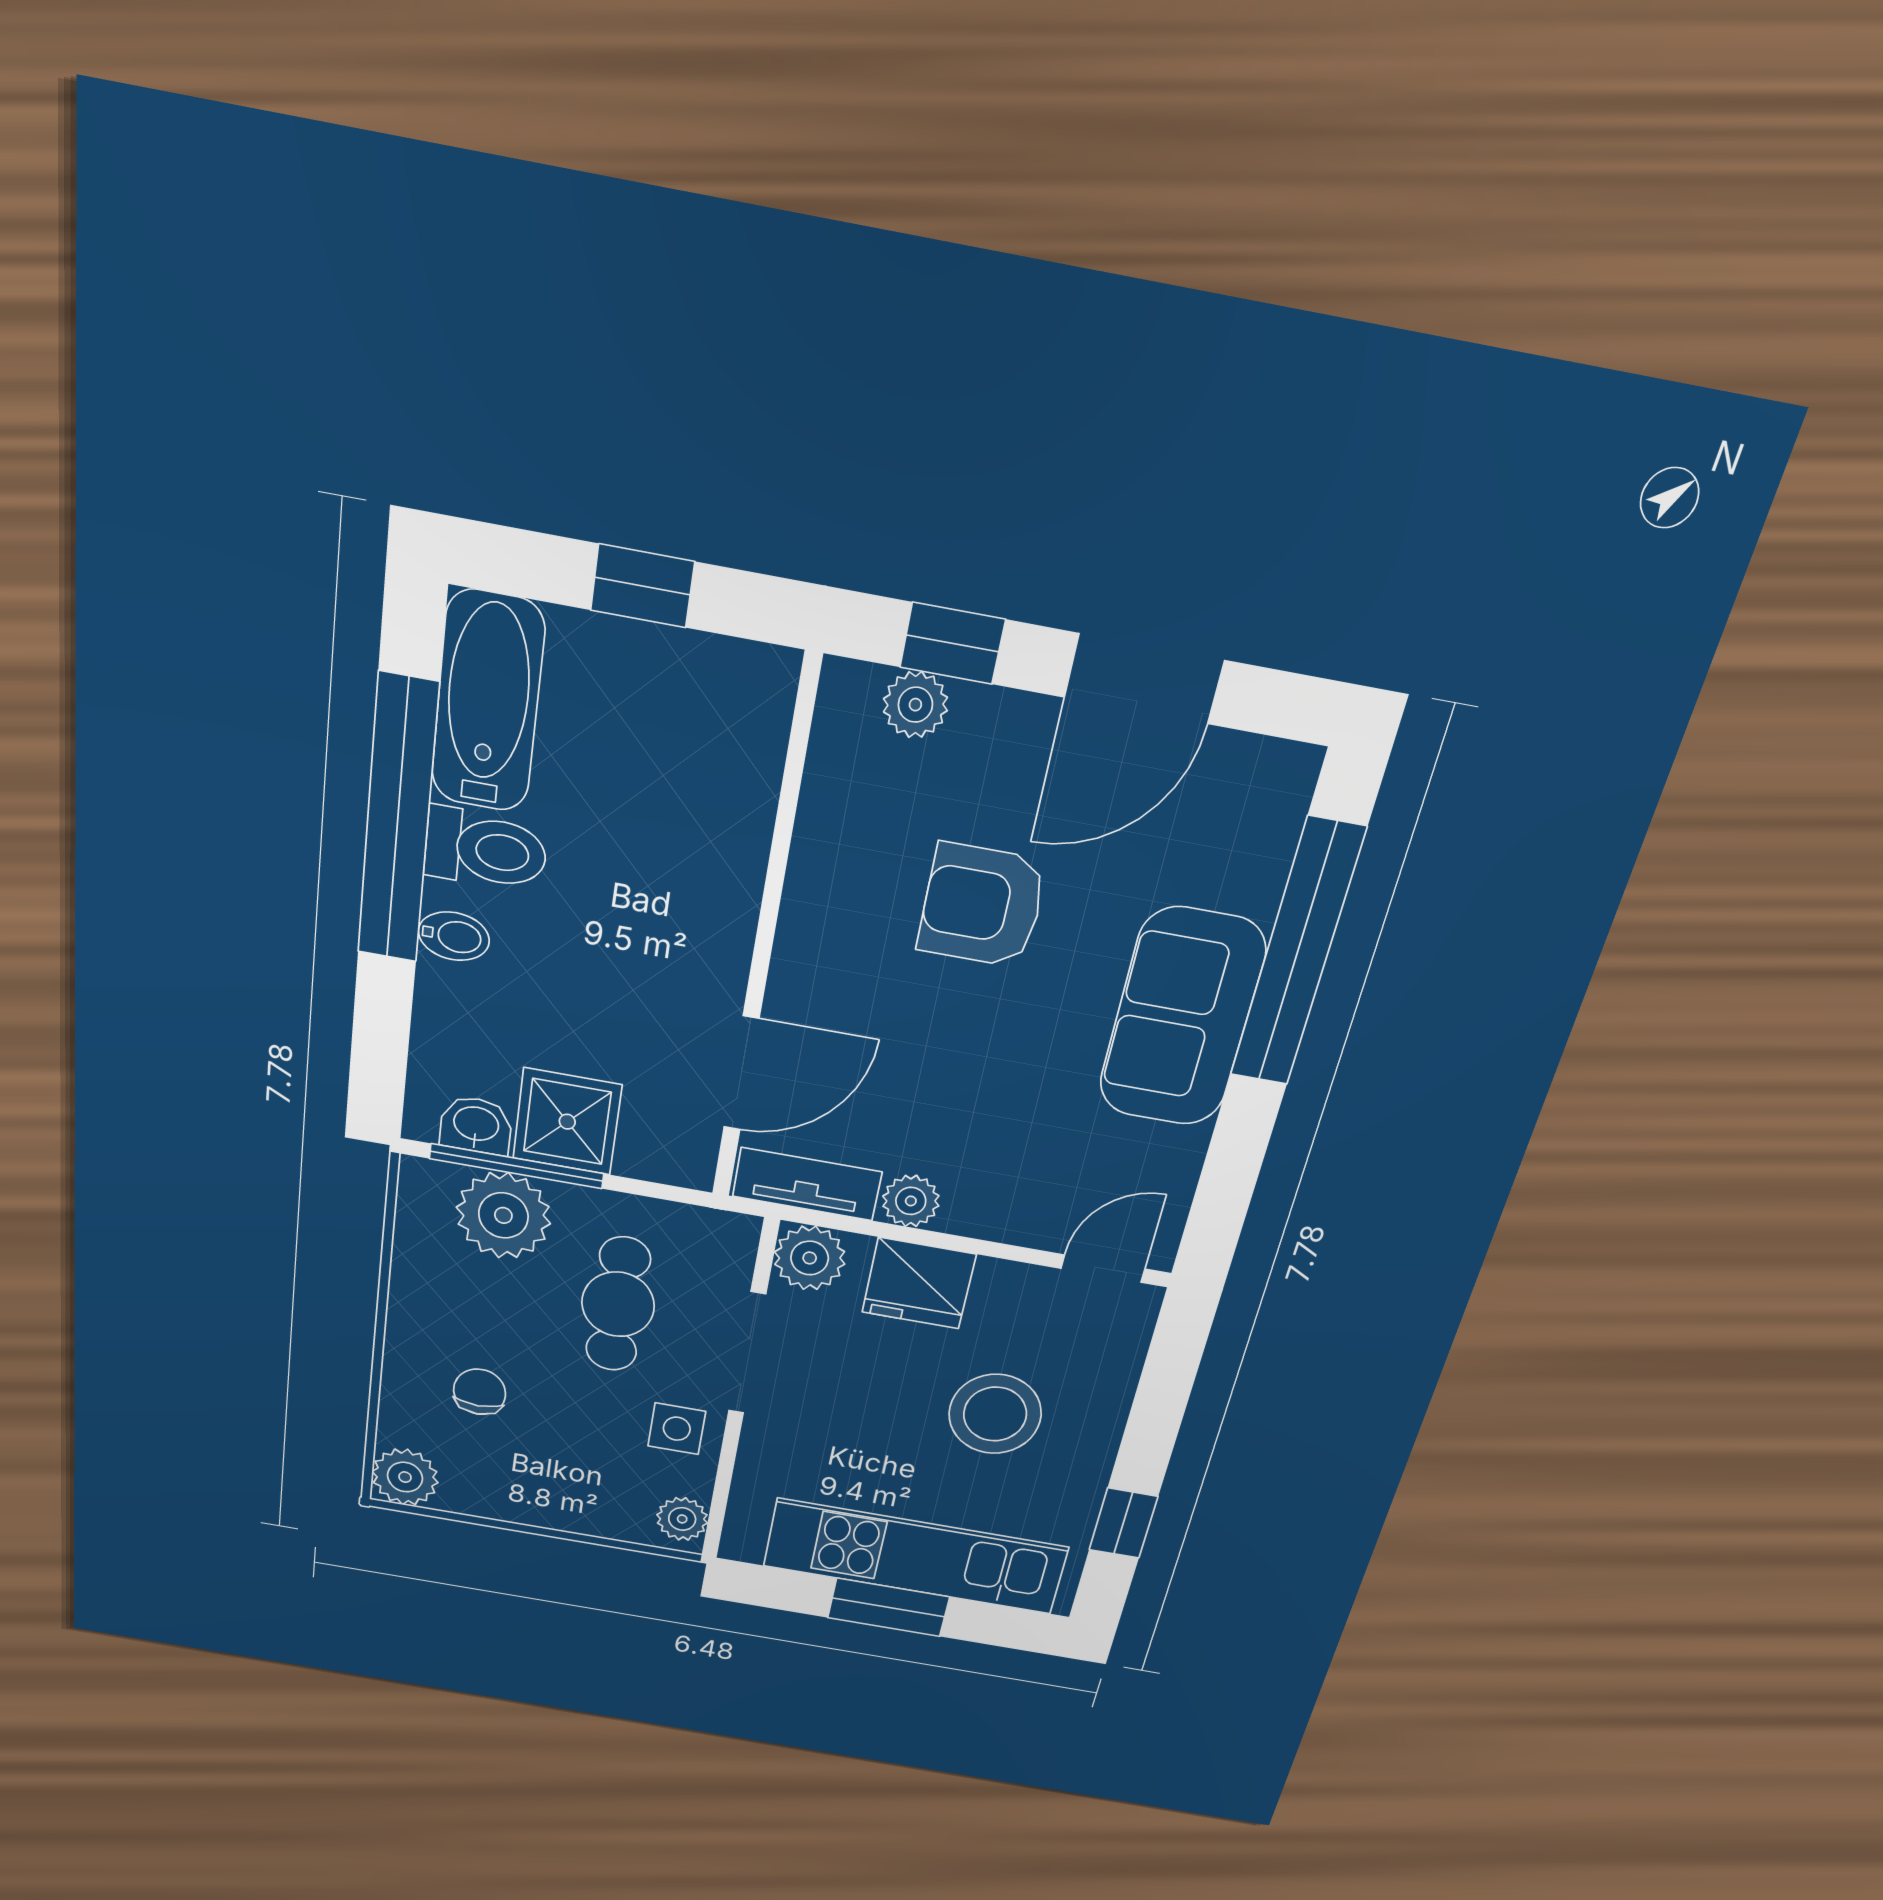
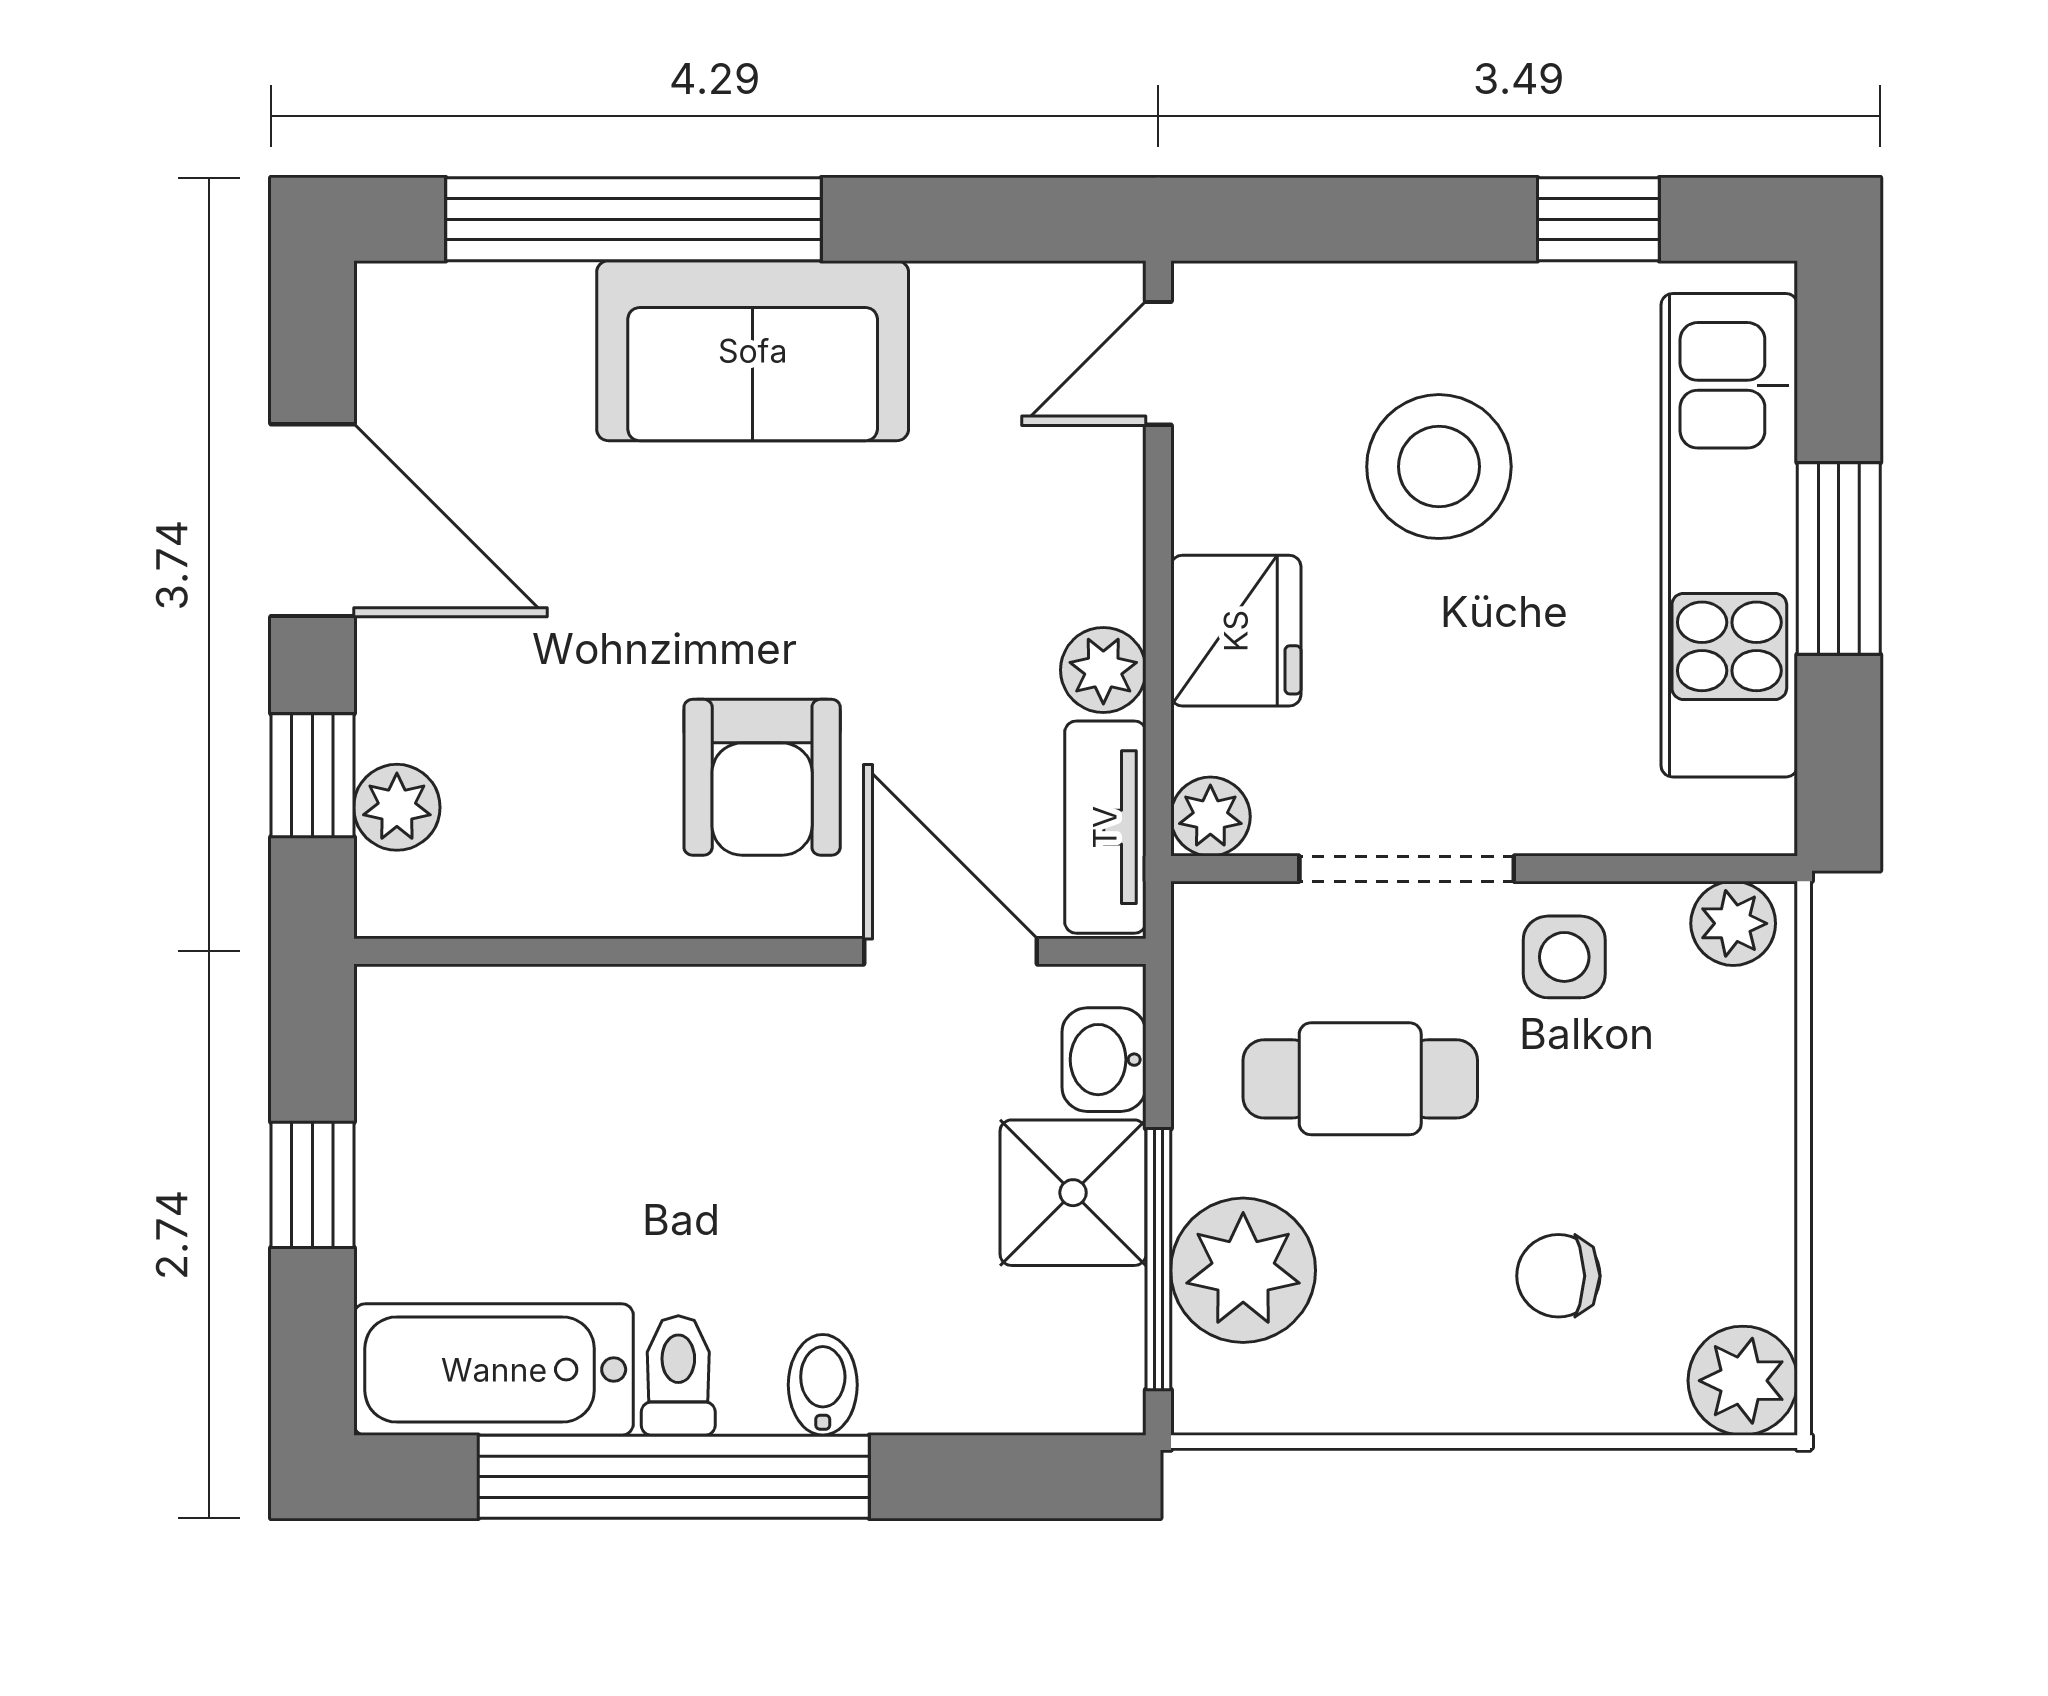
toilet: (486, 850) -> (678, 1375), width x0.73, depth x0.72
armchair: (982, 905) -> (762, 777), moved
washbasin: (476, 1125) -> (1104, 1060), moved
plant: (810, 1258) -> (1210, 817), width x0.73, depth x0.73
door: (1103, 1269) -> (1158, 363), hinge flipped

